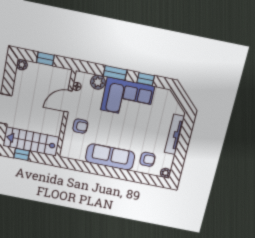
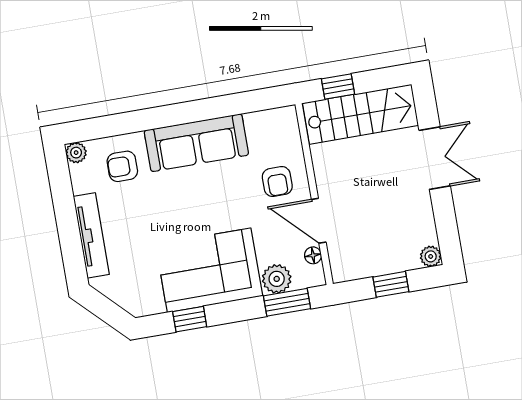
window: (115, 73) -> (287, 302), moved
door: (68, 101) -> (319, 221), swing flipped
armchair: (80, 126) -> (277, 182), turned -91
window: (22, 154) -> (338, 86), moved

